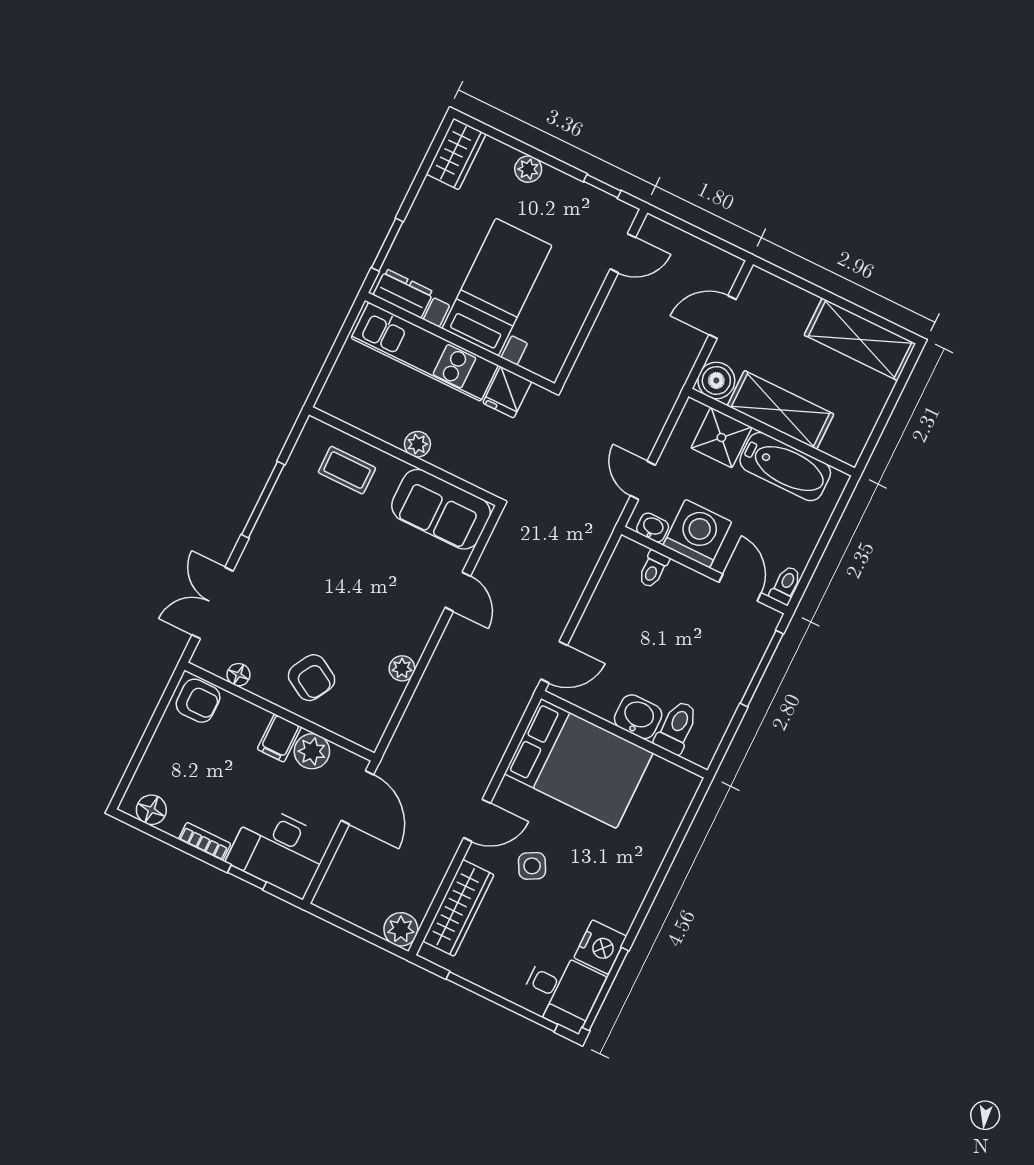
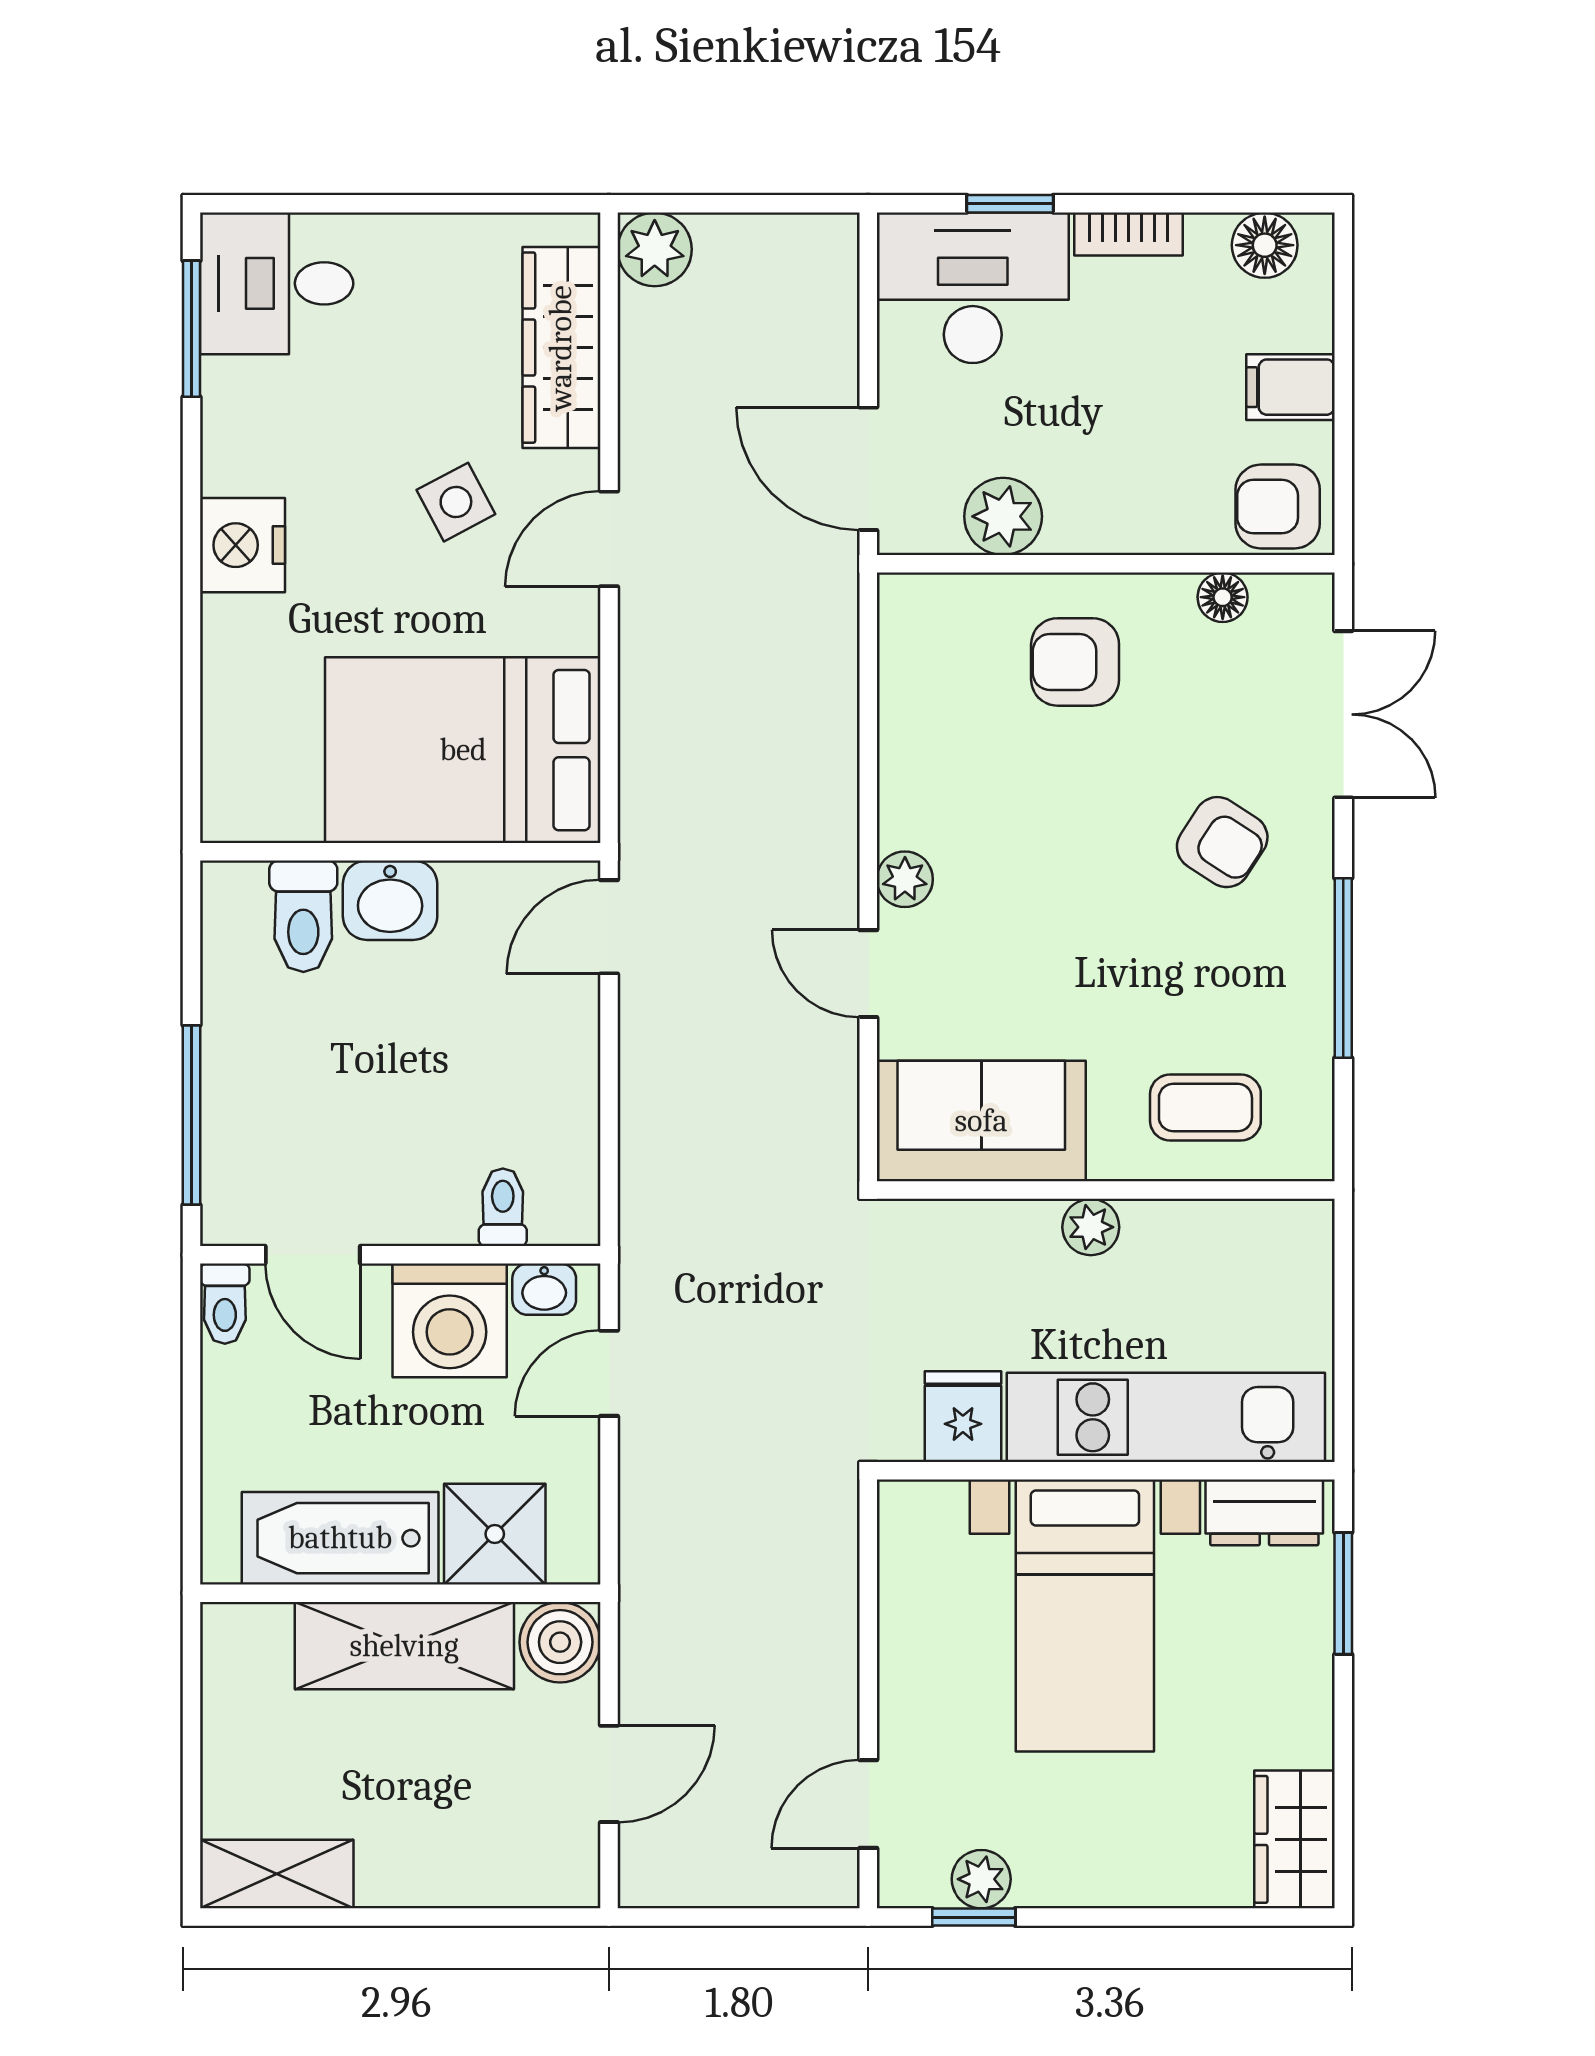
plant: (528, 169) -> (981, 1879), moved
shelving: (860, 339) -> (277, 1874), width x0.67, depth x0.75
door: (643, 480) -> (609, 1373), swing flipped
armchair: (287, 575) -> (1222, 842), added
plant: (402, 668) -> (905, 879), moved
armchair: (312, 678) -> (1075, 662), turned -30
filing cabinet: (279, 738) -> (1291, 387), moved, turned -90
nightstand: (600, 947) -> (242, 545), moved
window: (605, 989) -> (191, 329), width x0.69
window: (502, 1002) -> (385, 204), removed

